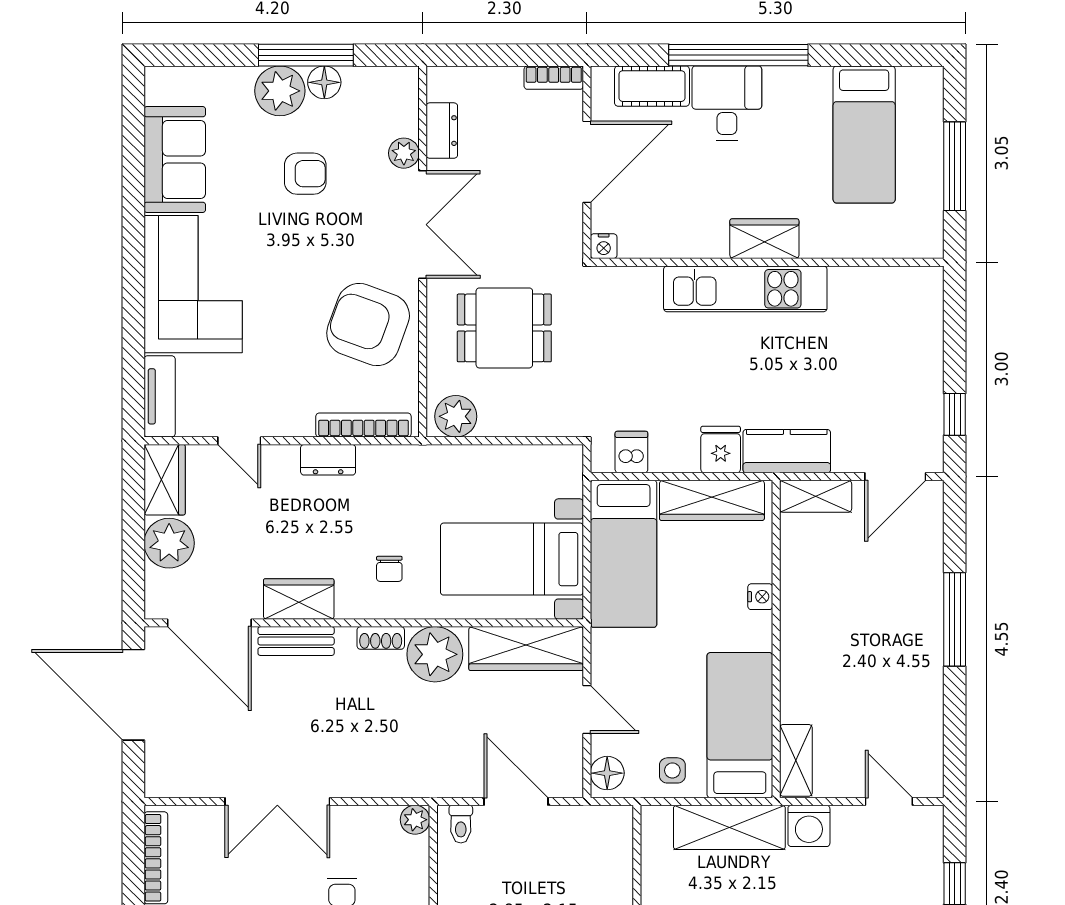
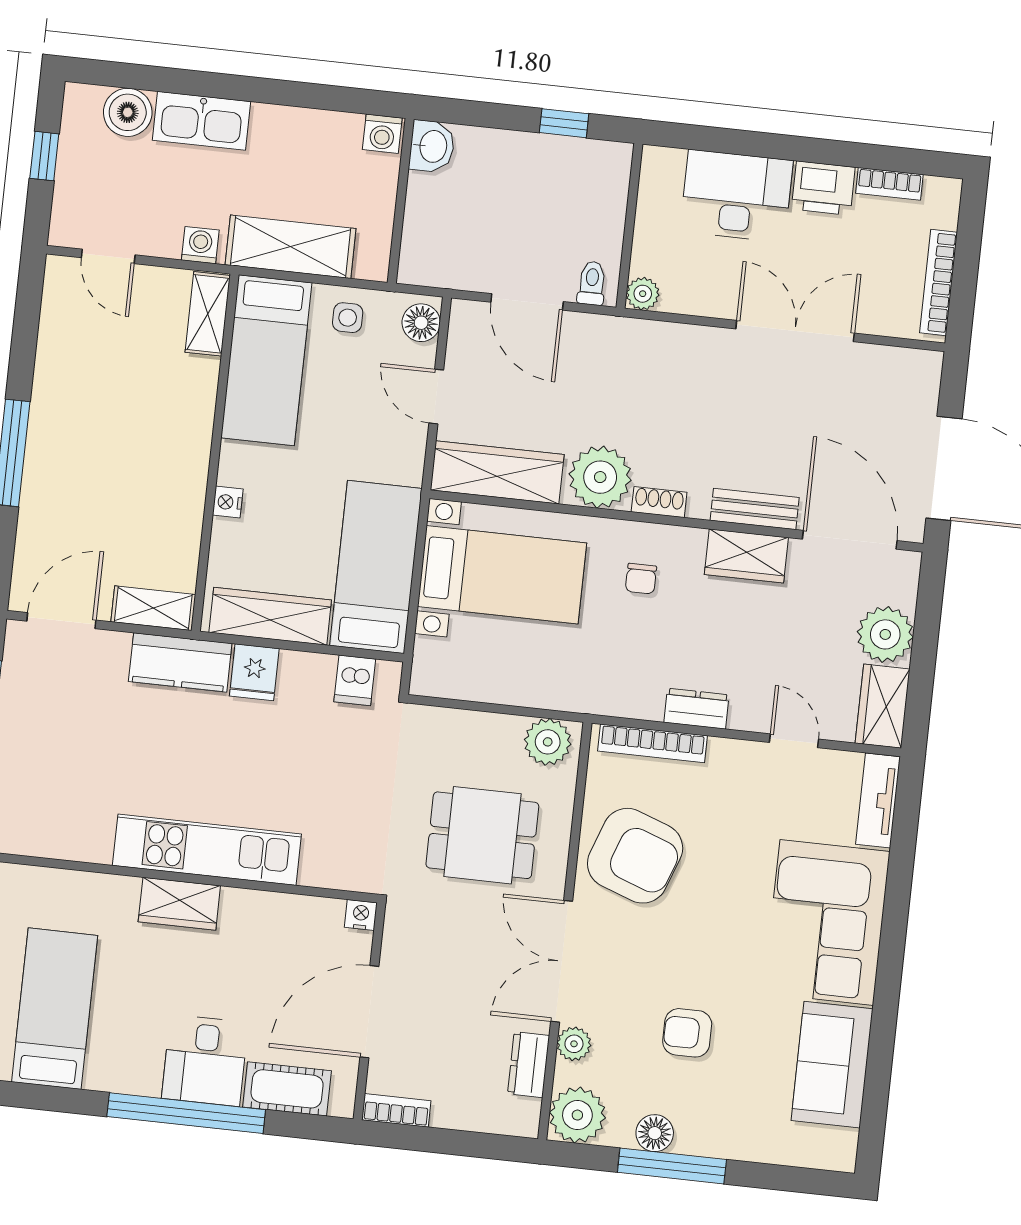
plant: (280, 91) -> (577, 1115), moved
chair: (389, 569) -> (641, 579), turned 180
washing machine: (809, 826) -> (200, 245), width x0.73, depth x0.73

